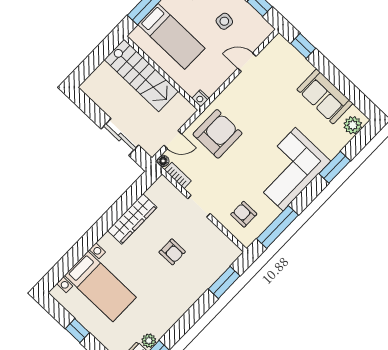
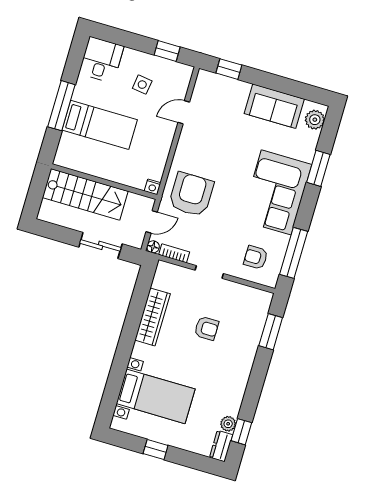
wall: (162, 73) -> (104, 182), moved
stairs: (141, 75) -> (85, 194), moved
nightstand: (201, 98) -> (153, 187), moved

